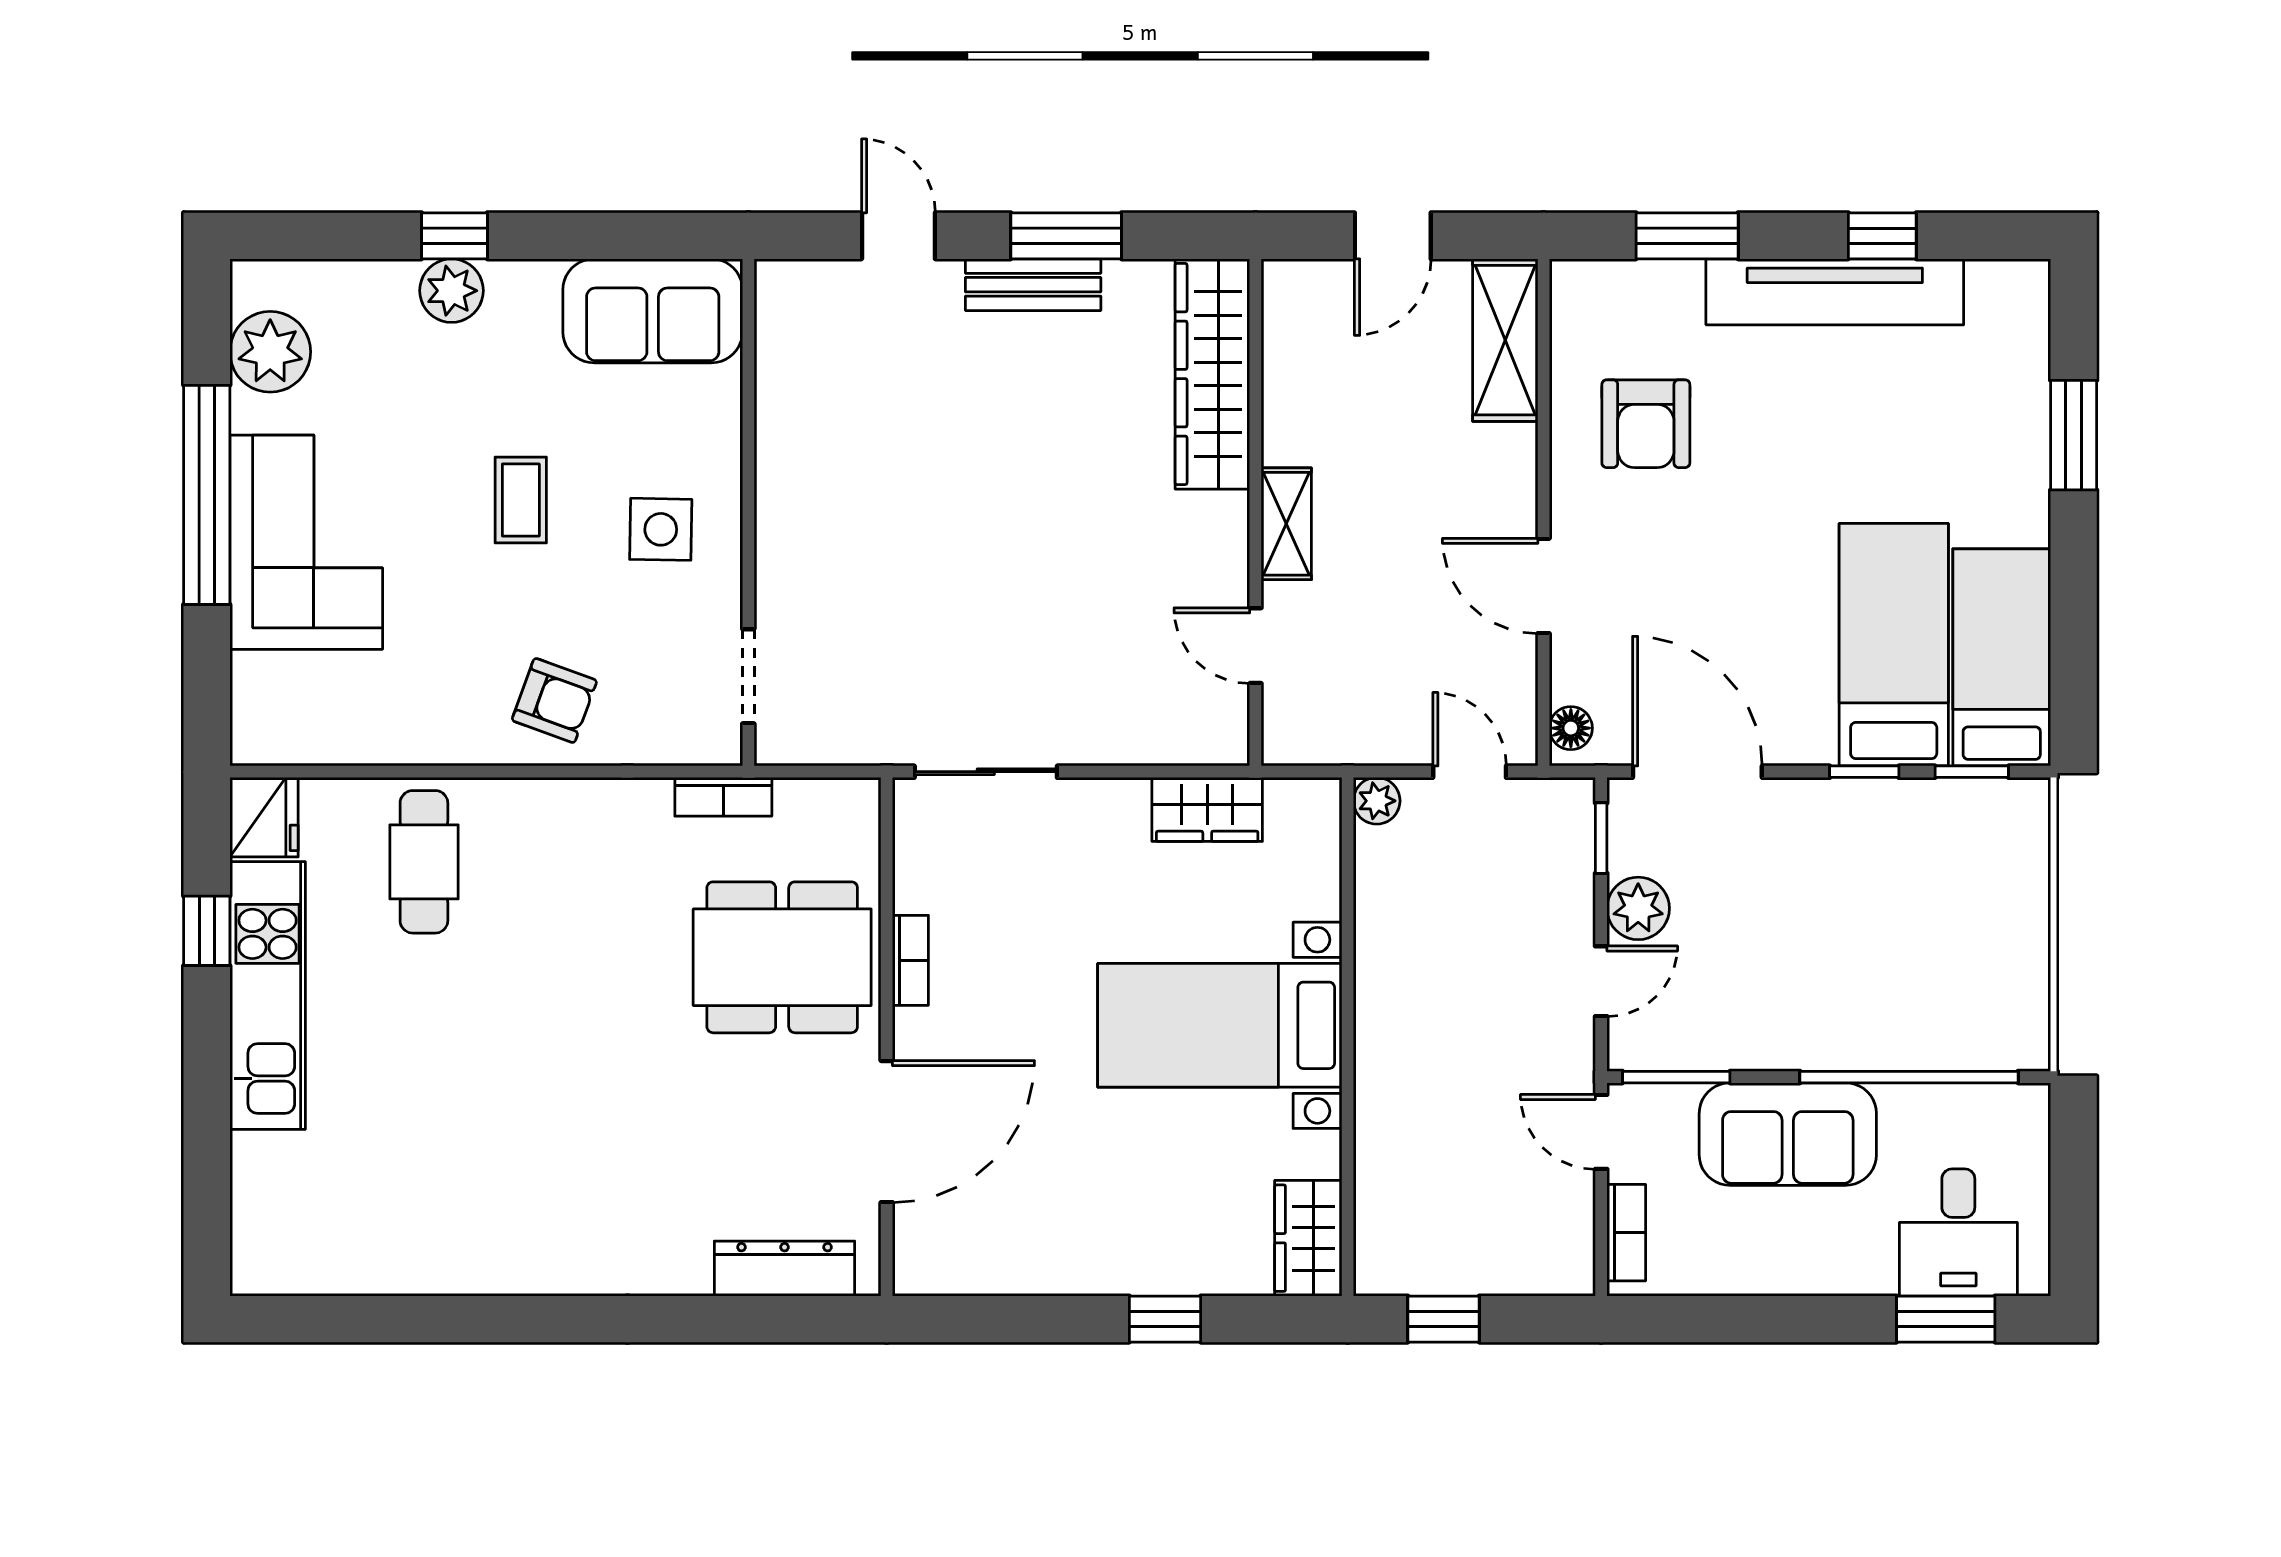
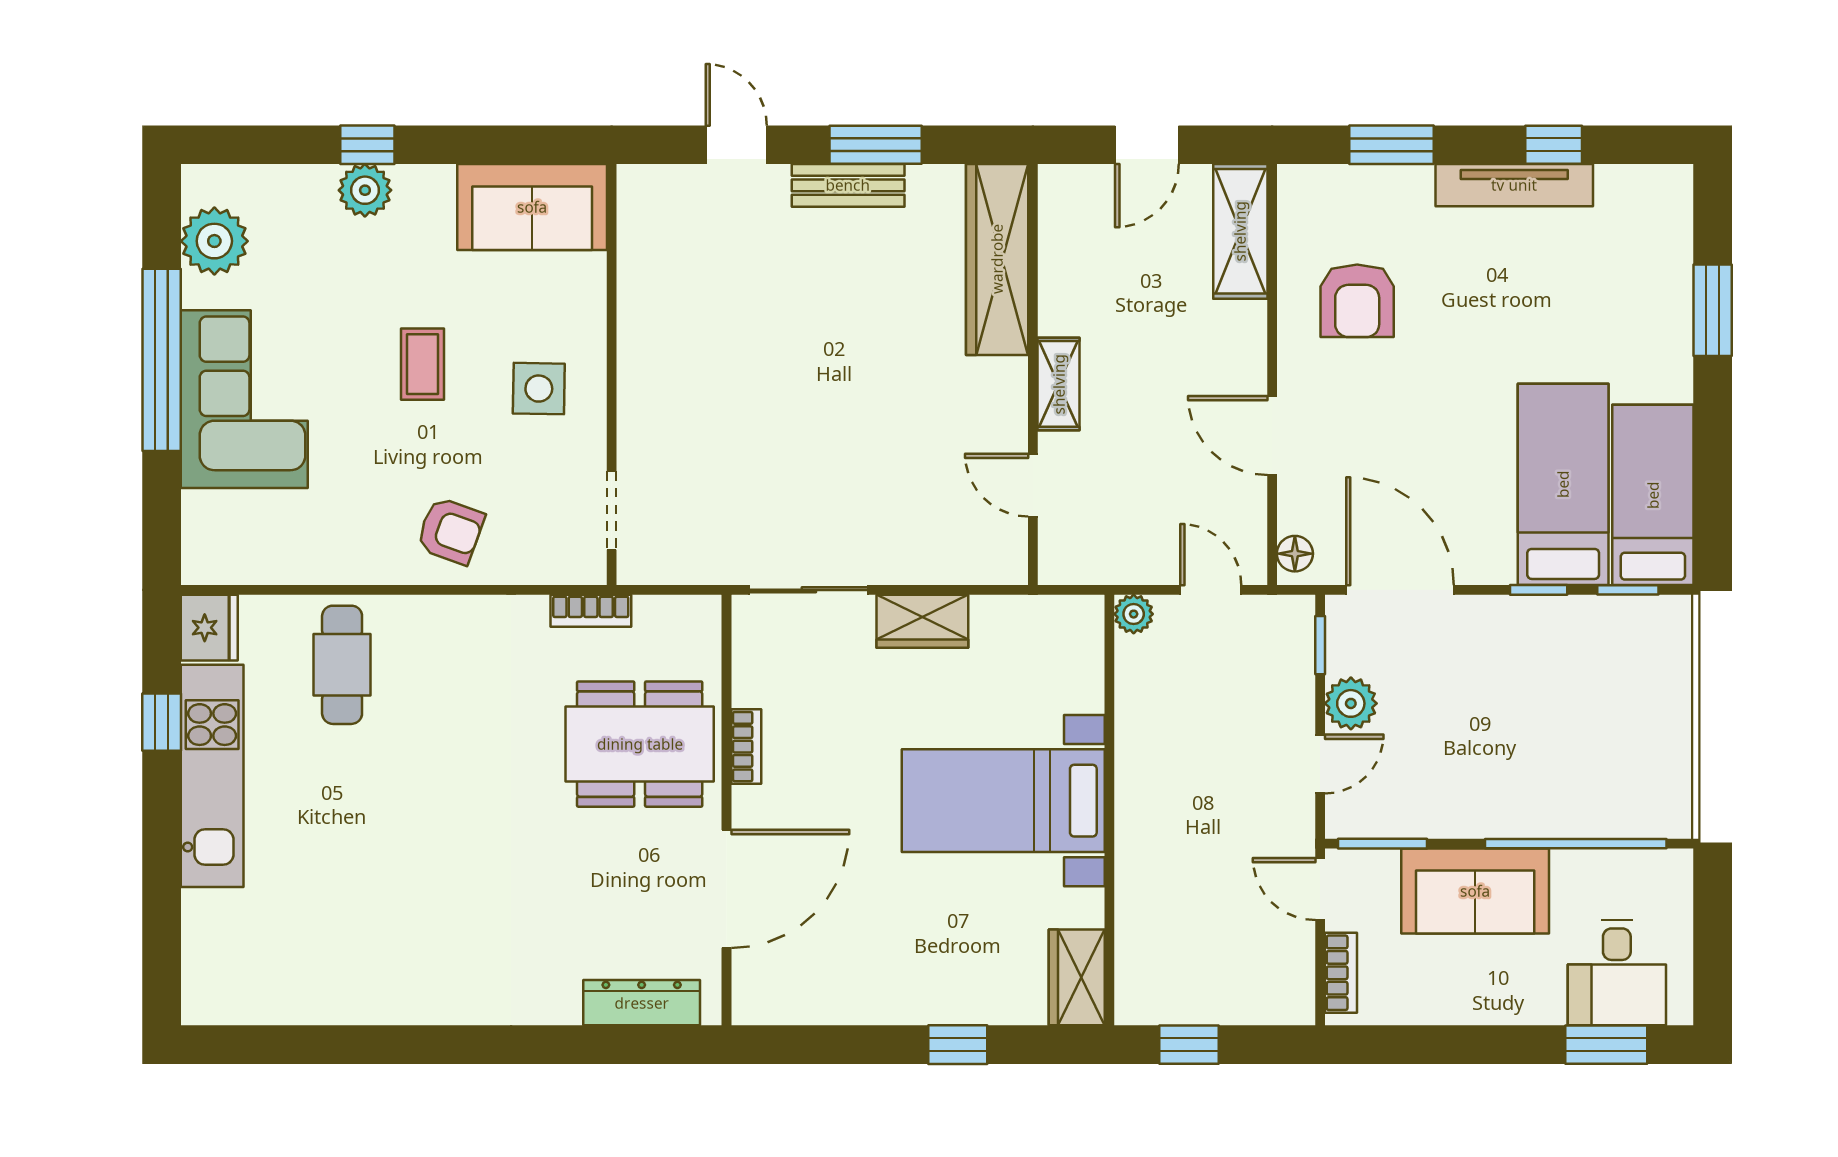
tv unit: (1835, 292) -> (1514, 185), width x0.73, depth x0.78
wardrobe: (1207, 809) -> (922, 621), moved

